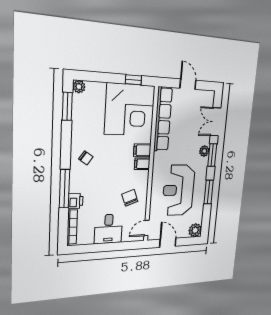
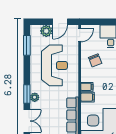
window: (209, 192) -> (27, 45), moved
plant: (195, 230) -> (46, 31), moved
door: (168, 243) -> (60, 22), hinge flipped

